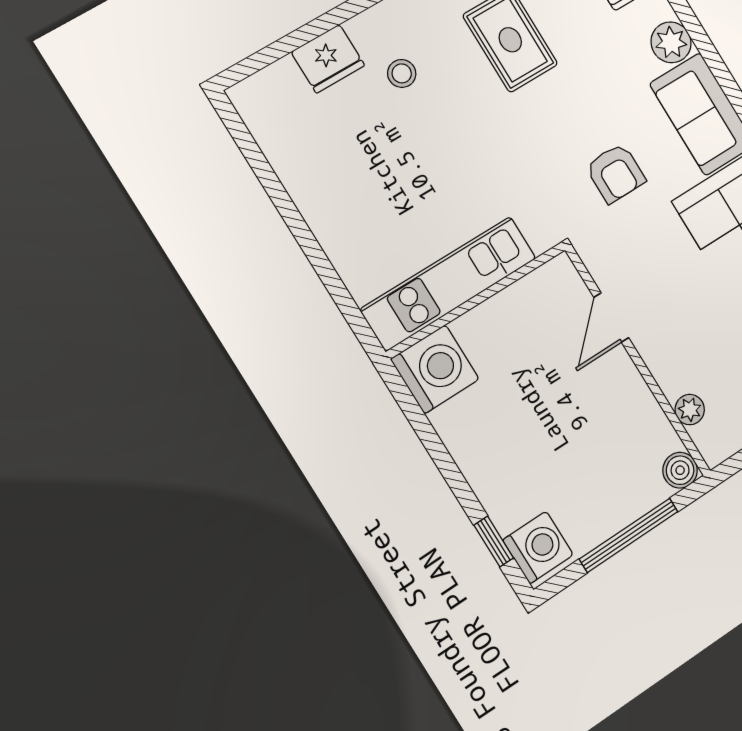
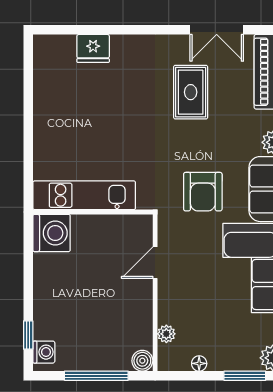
stool: (402, 73) -> (125, 77), removed
armchair: (616, 173) -> (203, 192), width x1.38, depth x1.38
washing machine: (538, 547) -> (44, 352), width x0.73, depth x0.73

